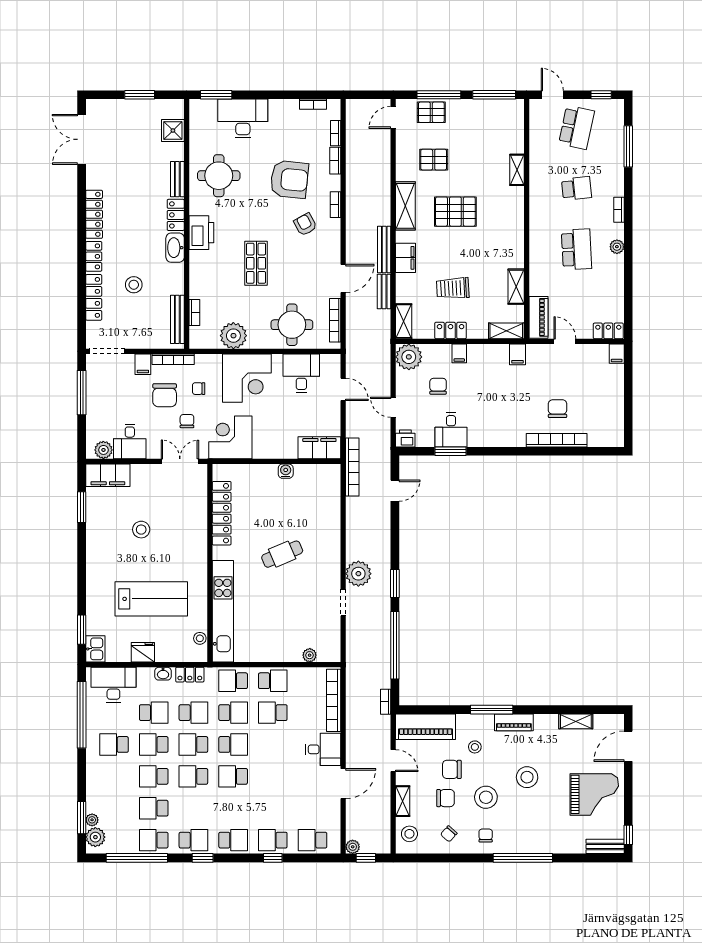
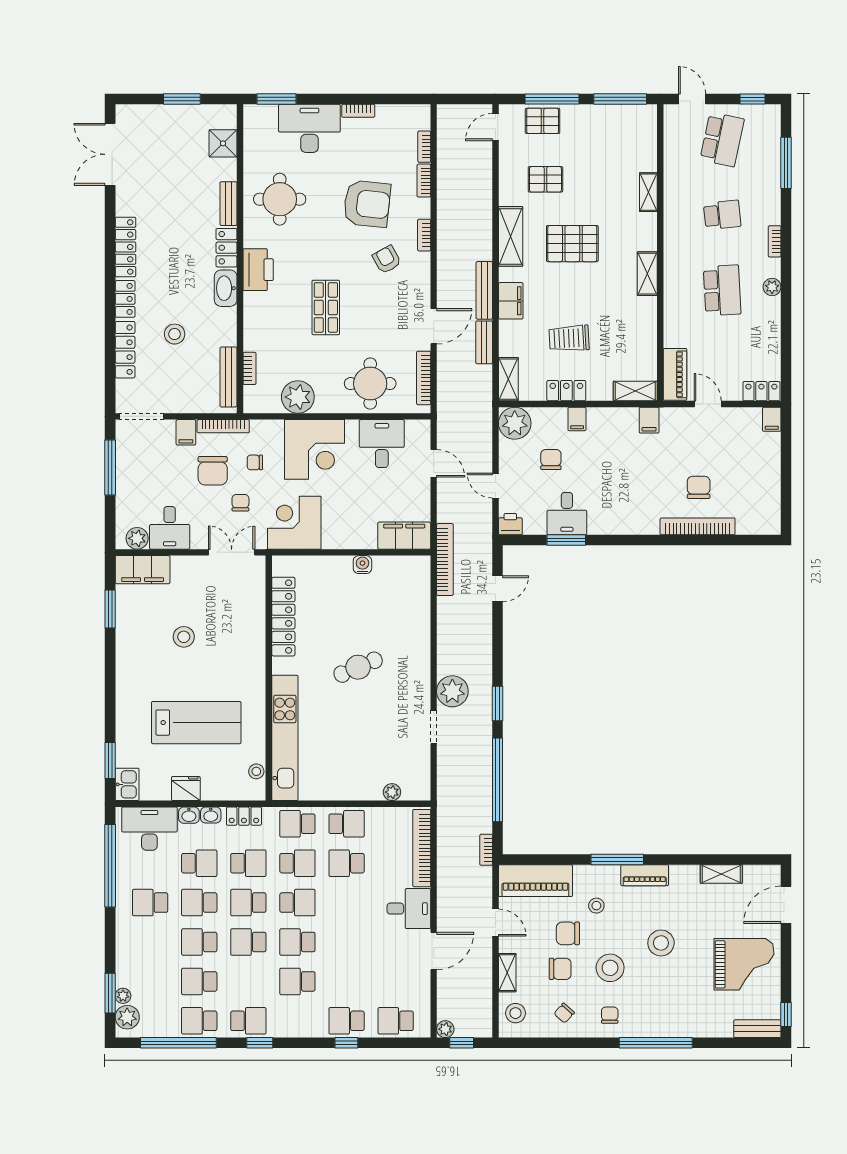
bookcase: (313, 104) -> (358, 111), moved
shelving: (516, 287) -> (647, 274), moved
washbasin: (145, 674) -> (189, 815), added
school desk: (233, 840) -> (297, 981), moved, turned 180

